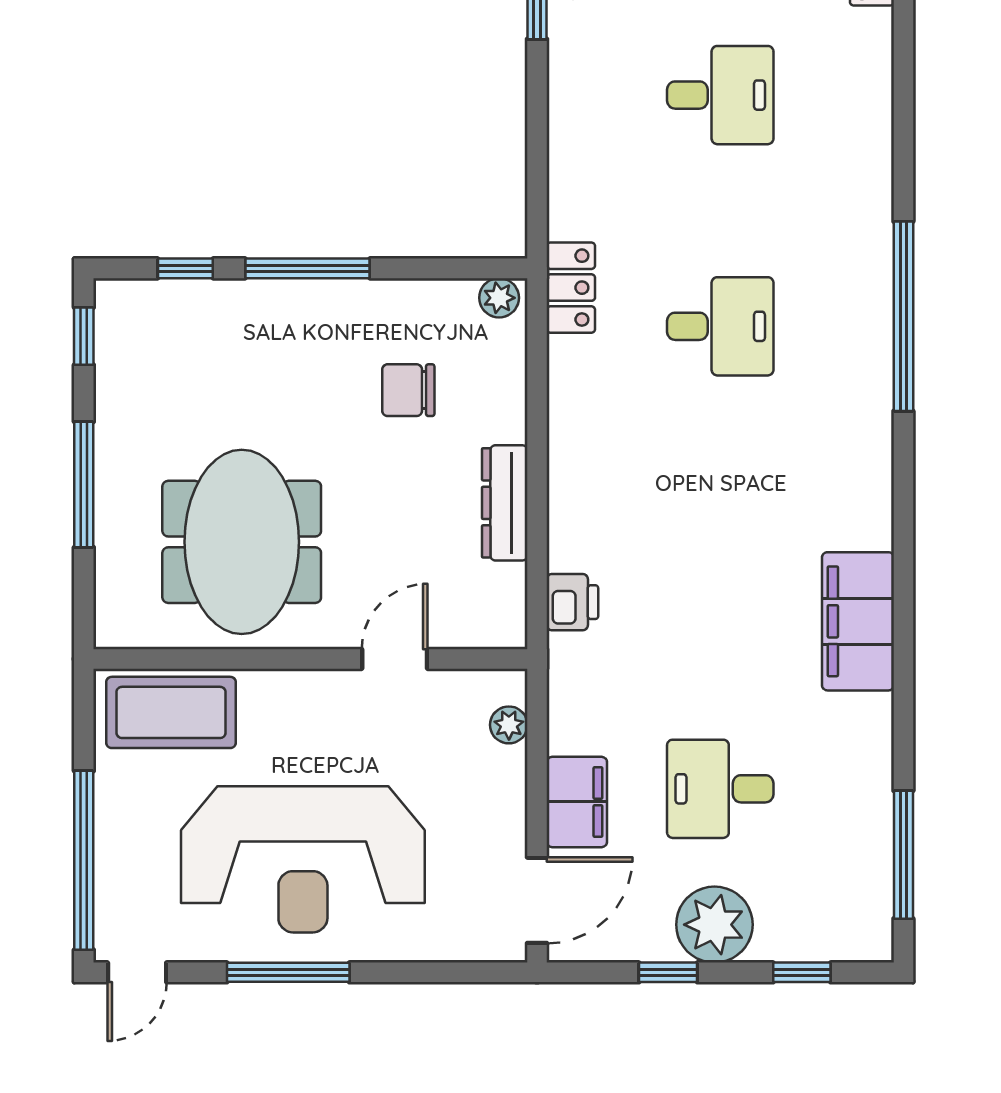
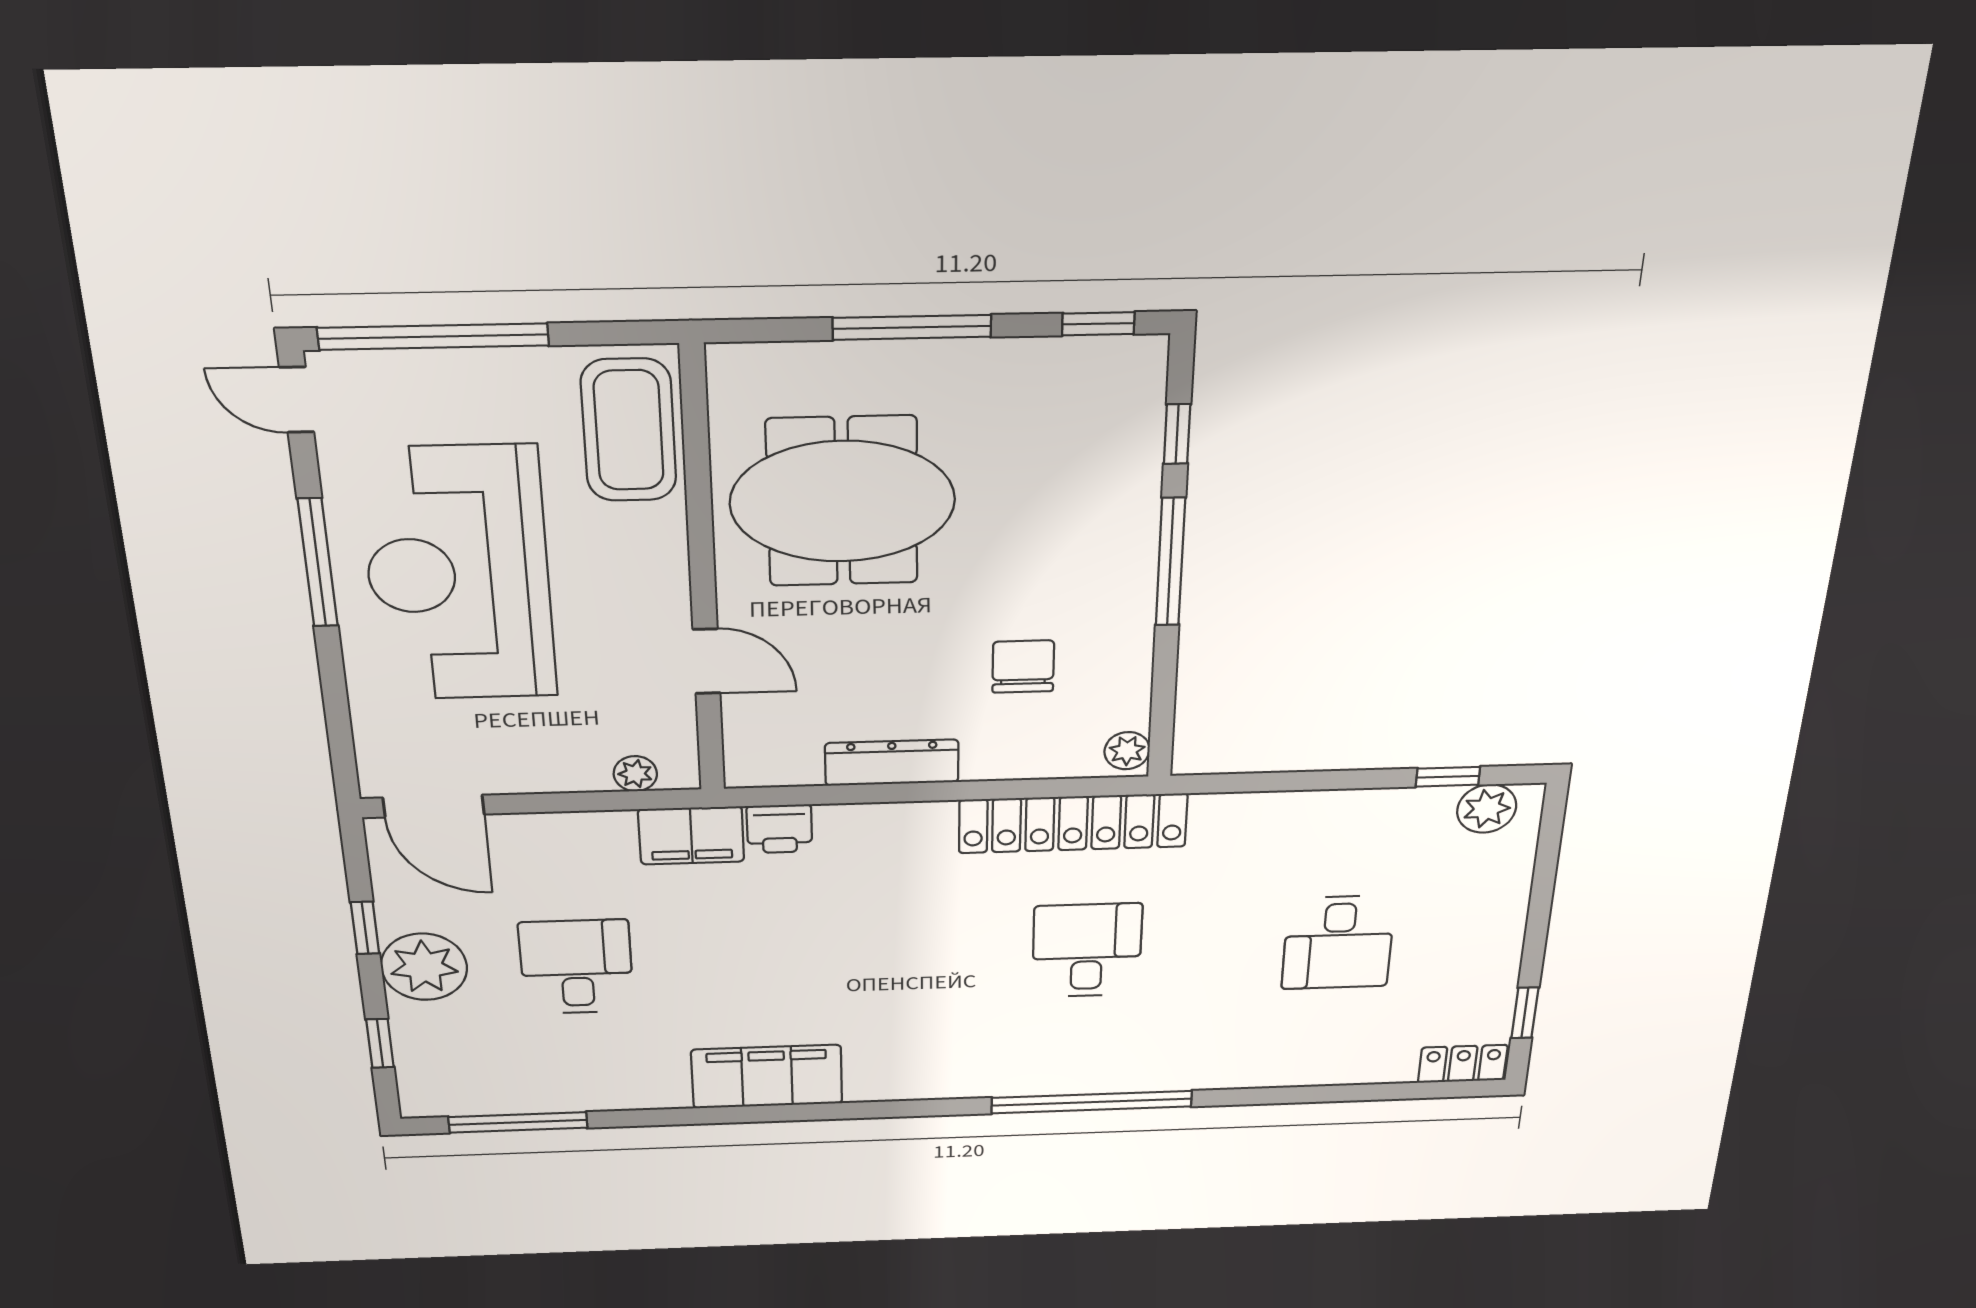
locker: (571, 288) -> (1073, 823), width x2.16, depth x1.21
desk: (720, 326) -> (1087, 951), turned 180
filing cabinet: (577, 802) -> (691, 835), moved

